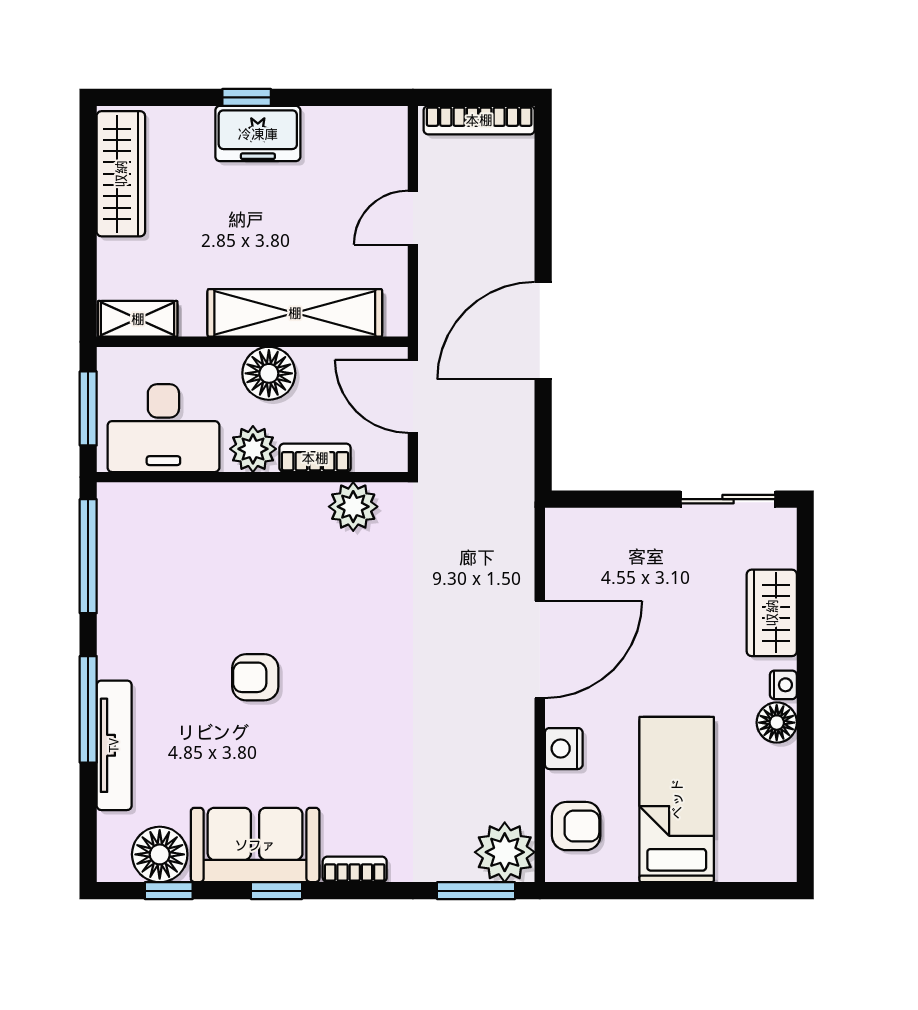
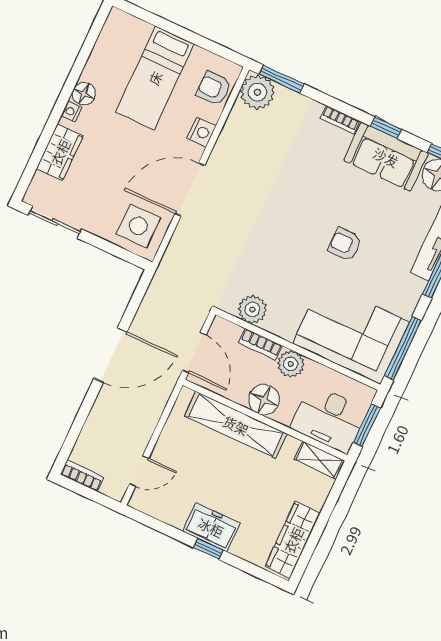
bookcase: (479, 120) -> (82, 476), width x0.64
door: (413, 218) -> (139, 471), moved
desk: (163, 428) -> (329, 419), moved, turned 180
corner sofa: (181, 542) -> (351, 333), added
side table: (594, 554) -> (138, 226), added
armchair: (255, 677) -> (345, 244), turned 180

